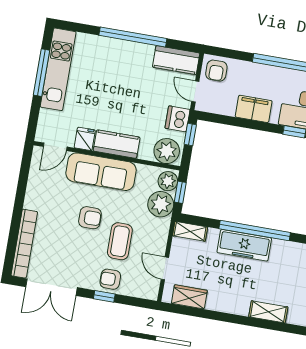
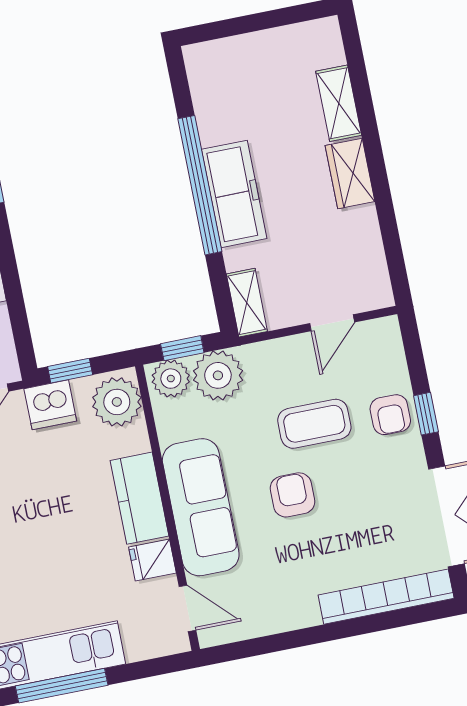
wardrobe: (189, 297) -> (350, 174), moved

